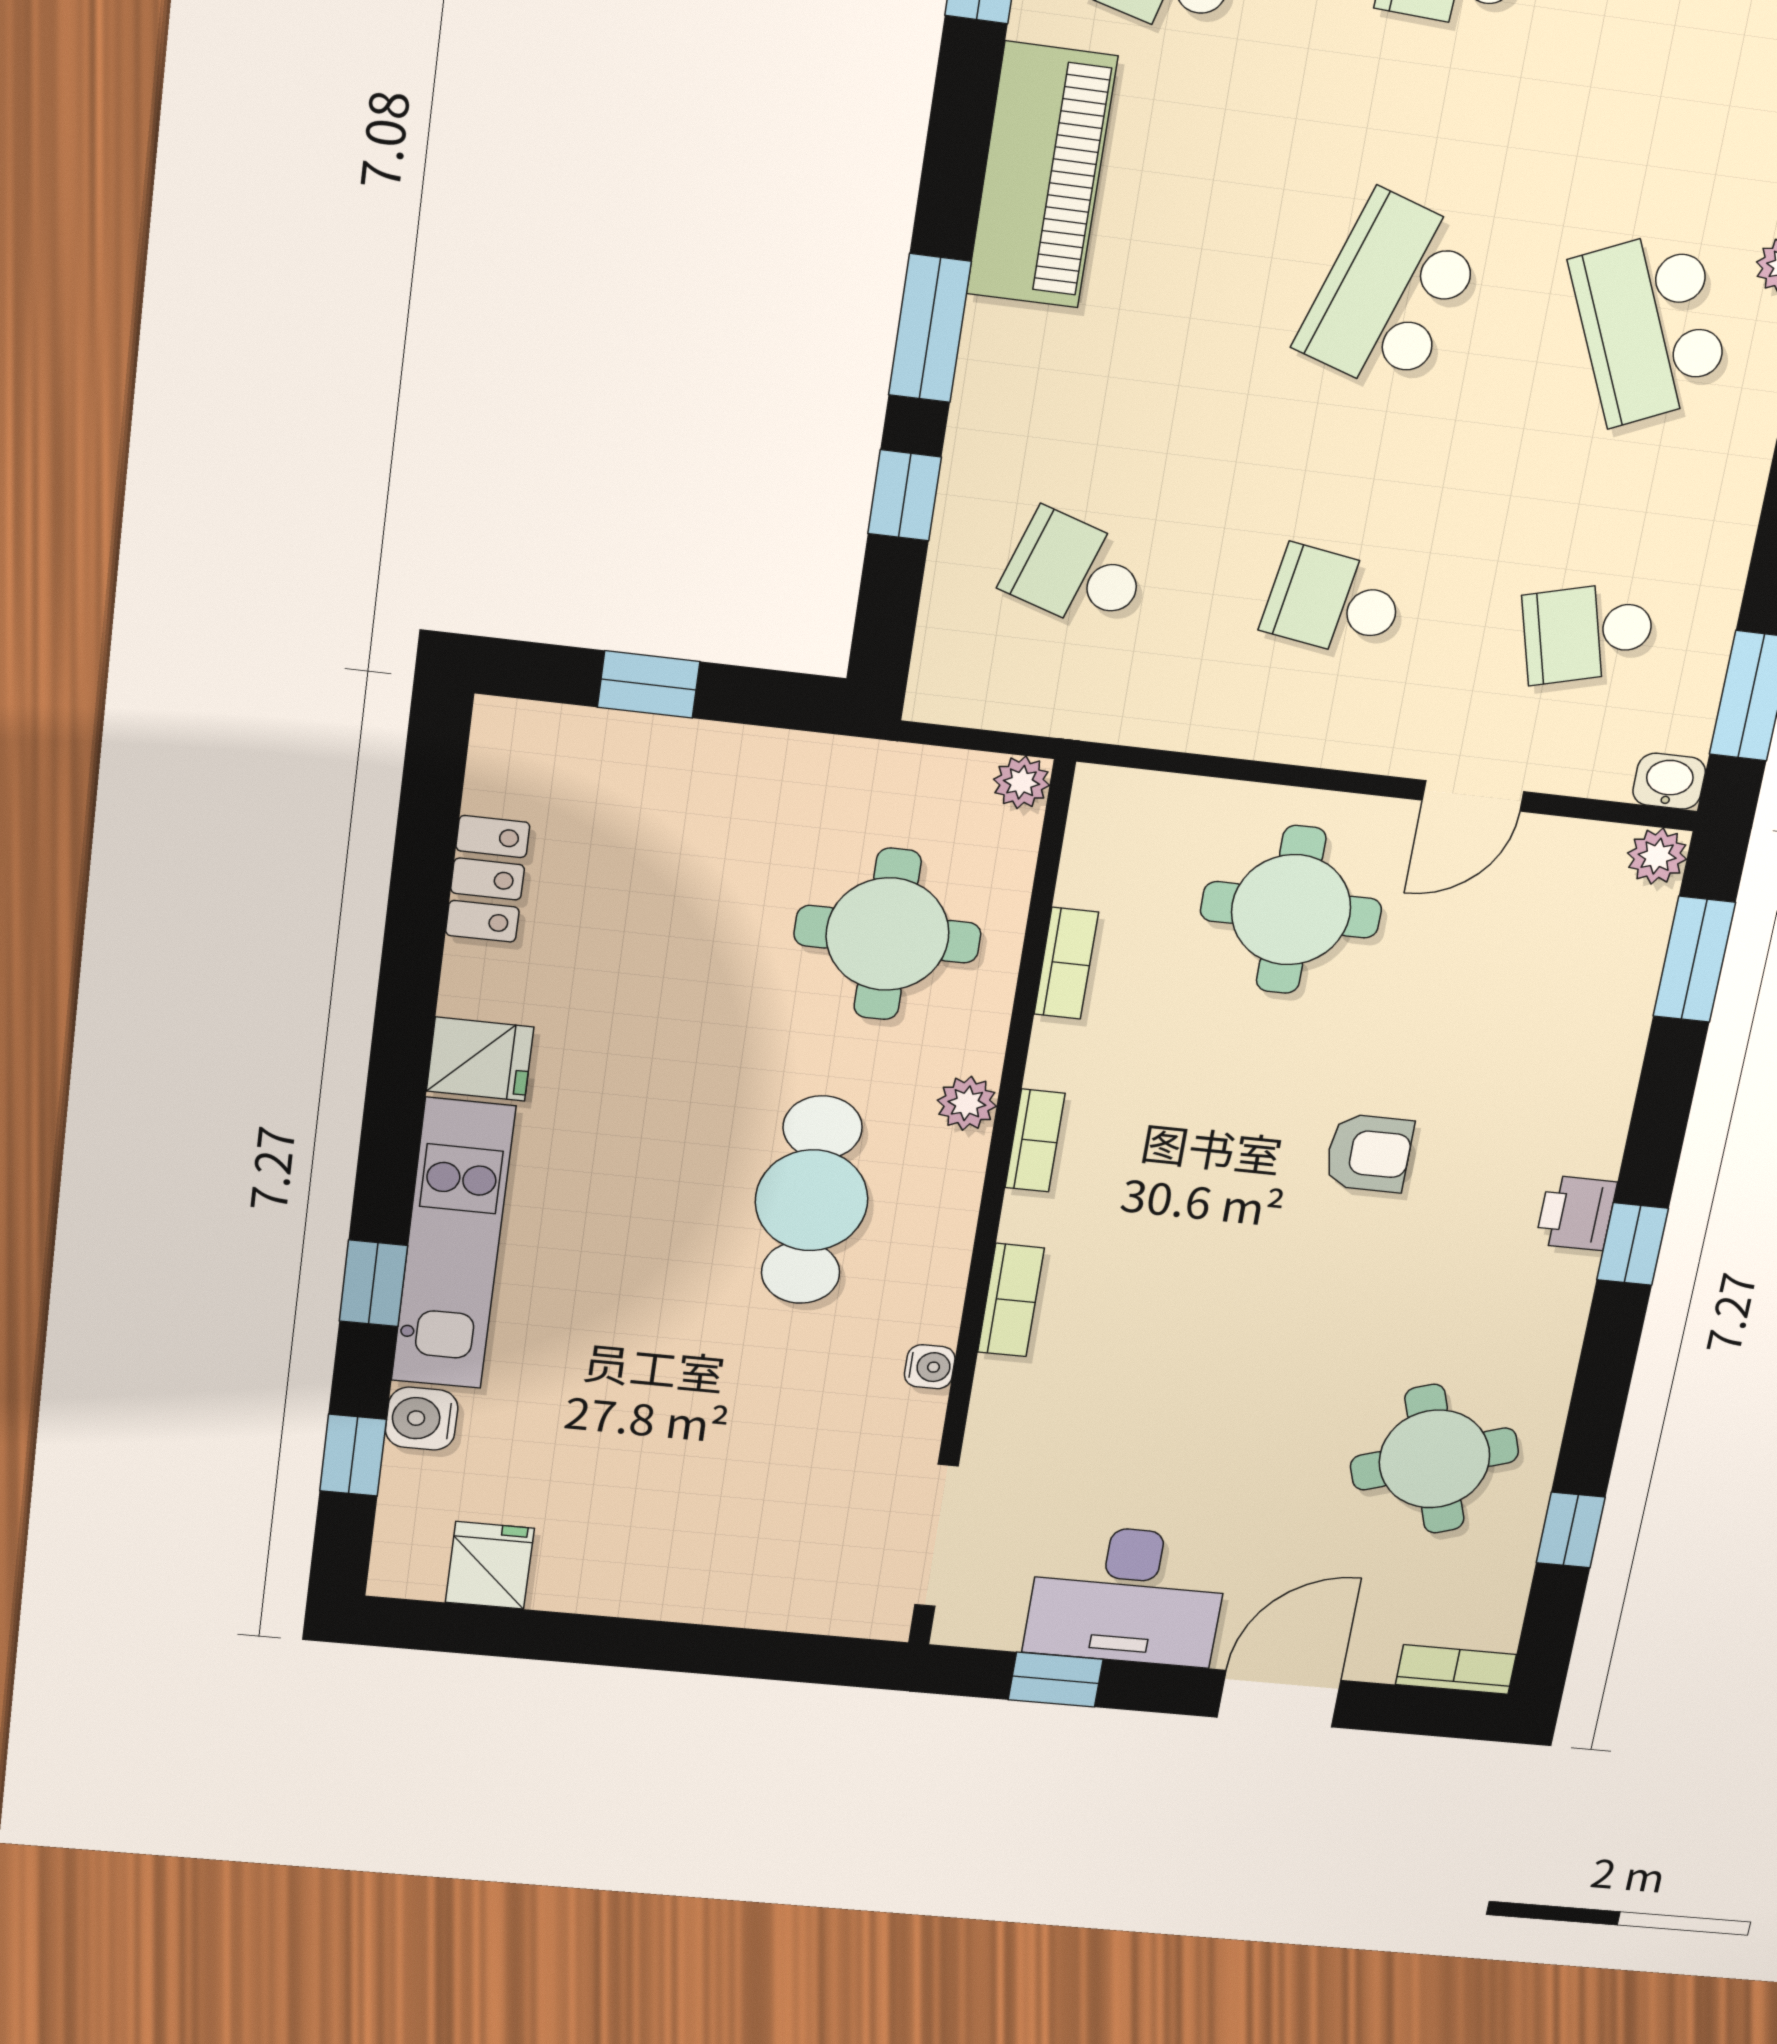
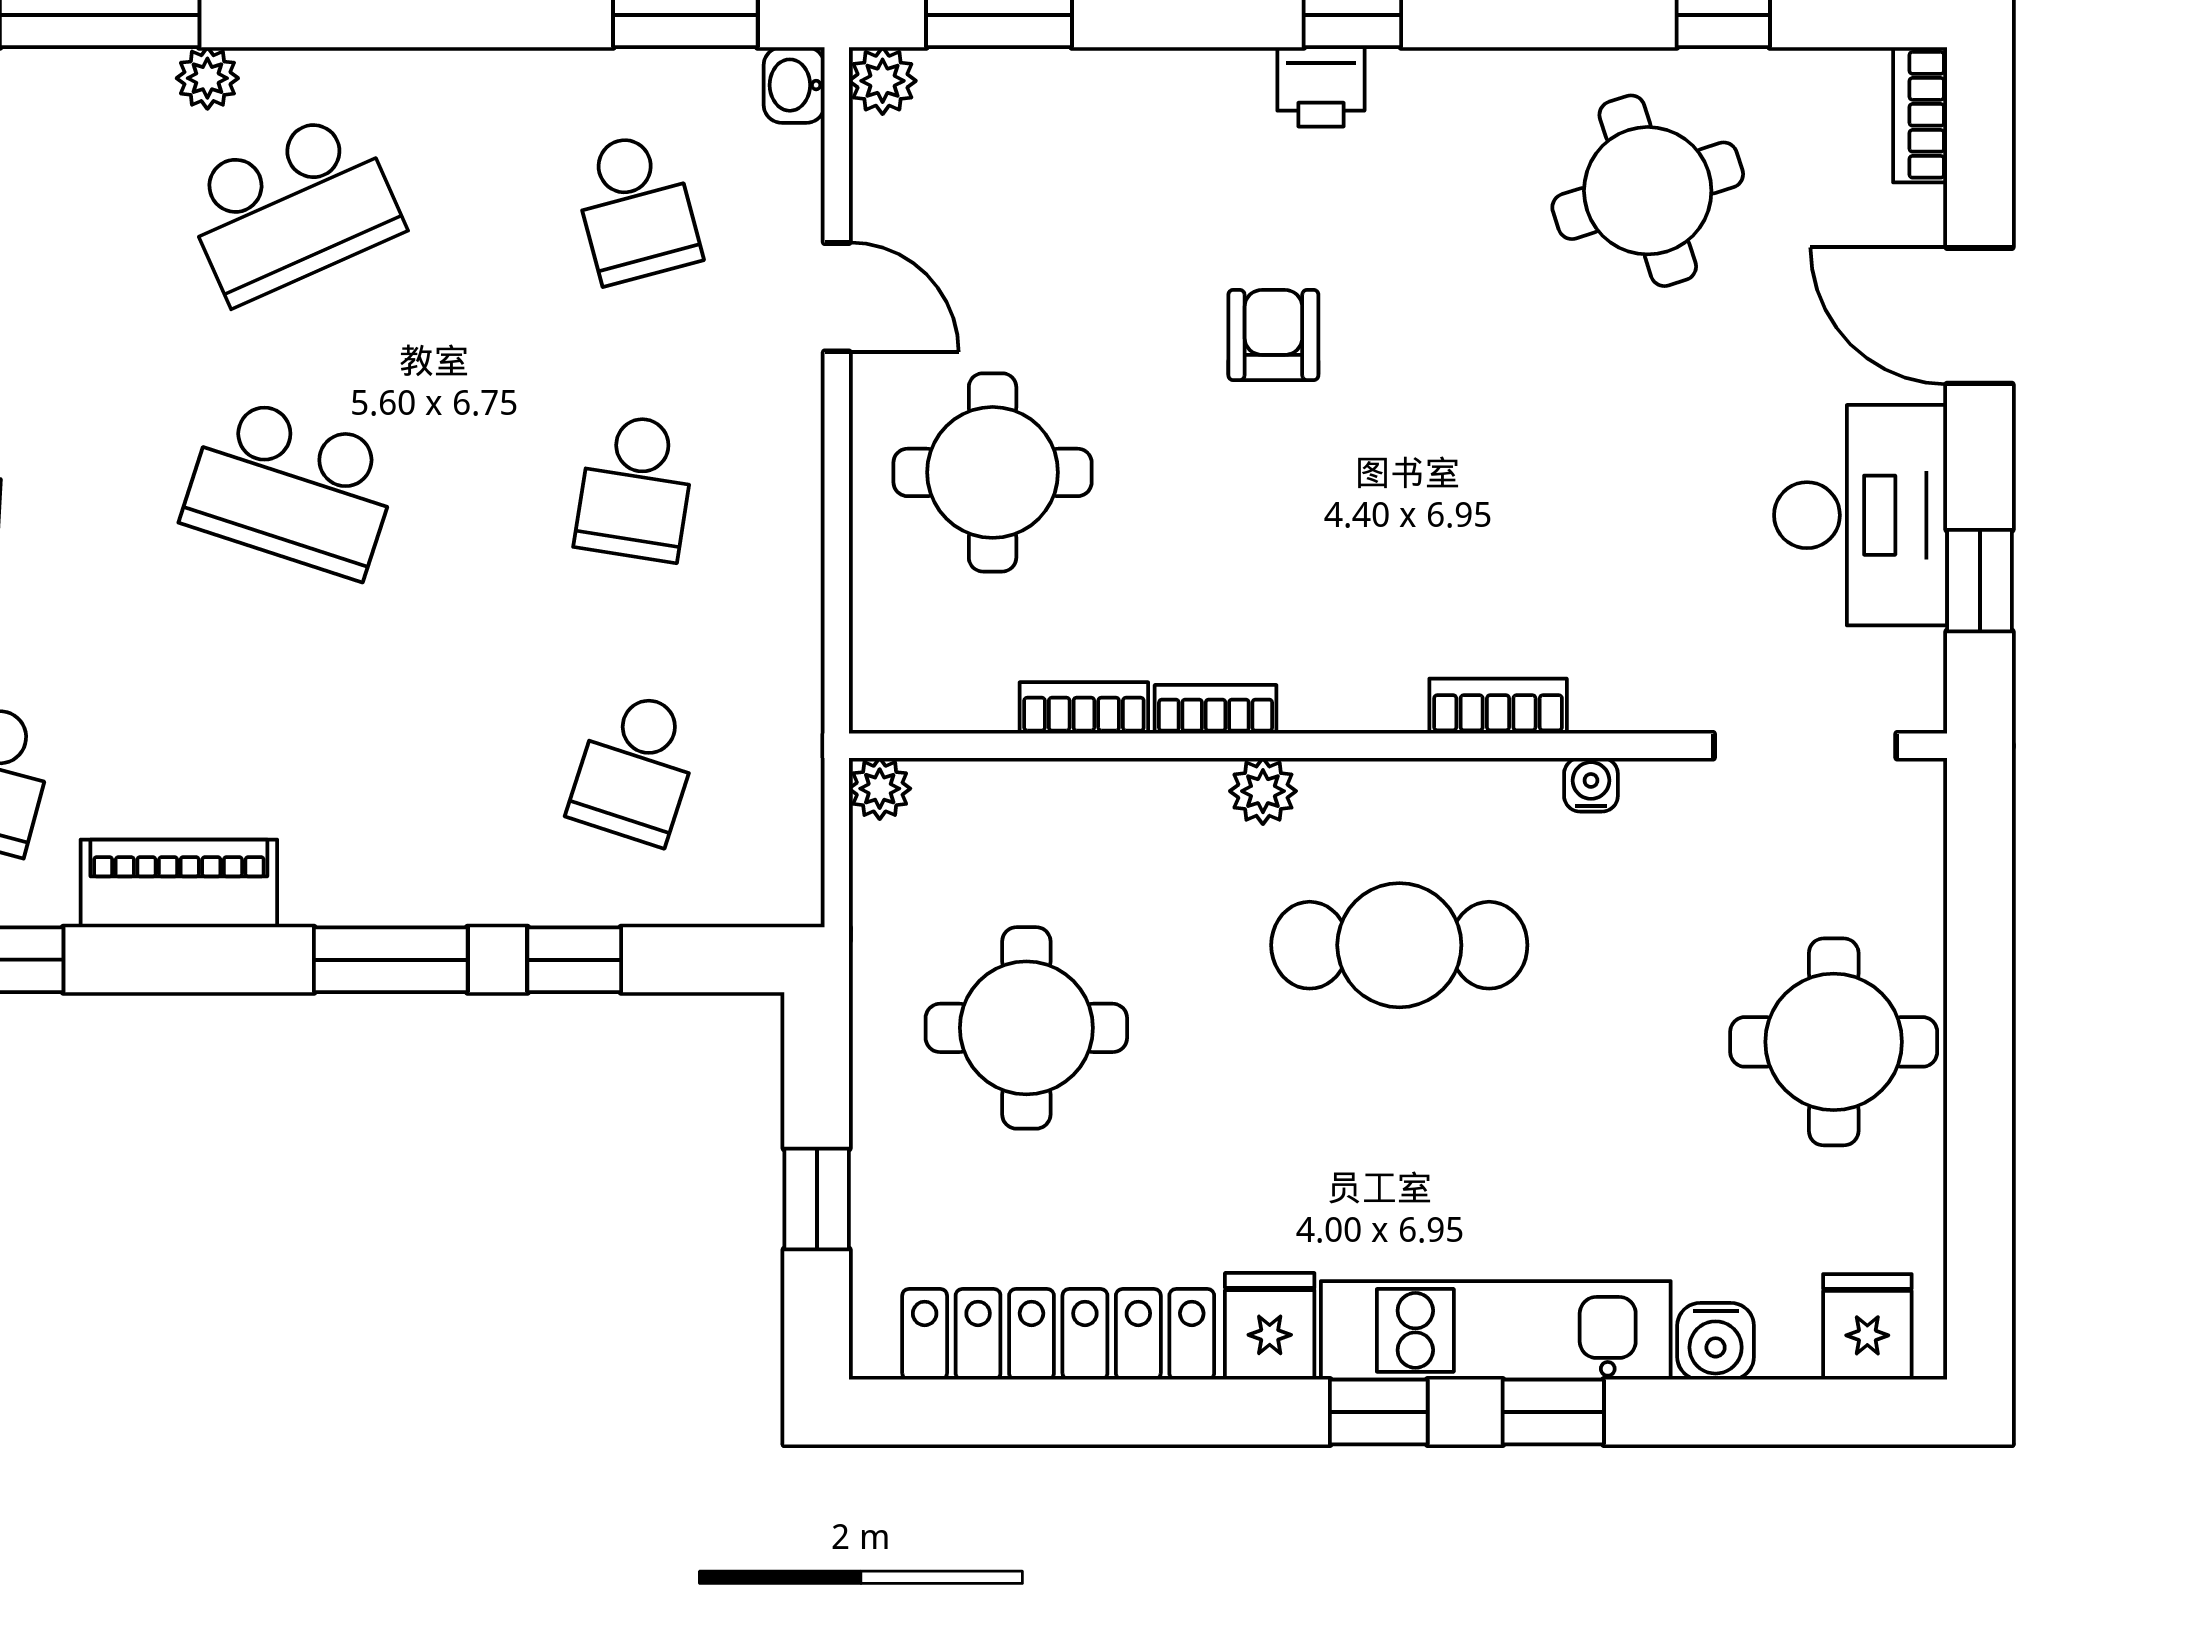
piano: (1042, 175) -> (179, 883), width x0.73, depth x0.75
locker: (488, 879) -> (1058, 1334), width x2.16, depth x1.21
round table: (887, 934) -> (1026, 1028), moved
bookcase: (1035, 1141) -> (1216, 709), moved
window: (353, 1455) -> (1379, 1412), moved
round table: (675, 1535) -> (1834, 1042), added
fridge: (490, 1565) -> (1867, 1327), moved, turned 90

